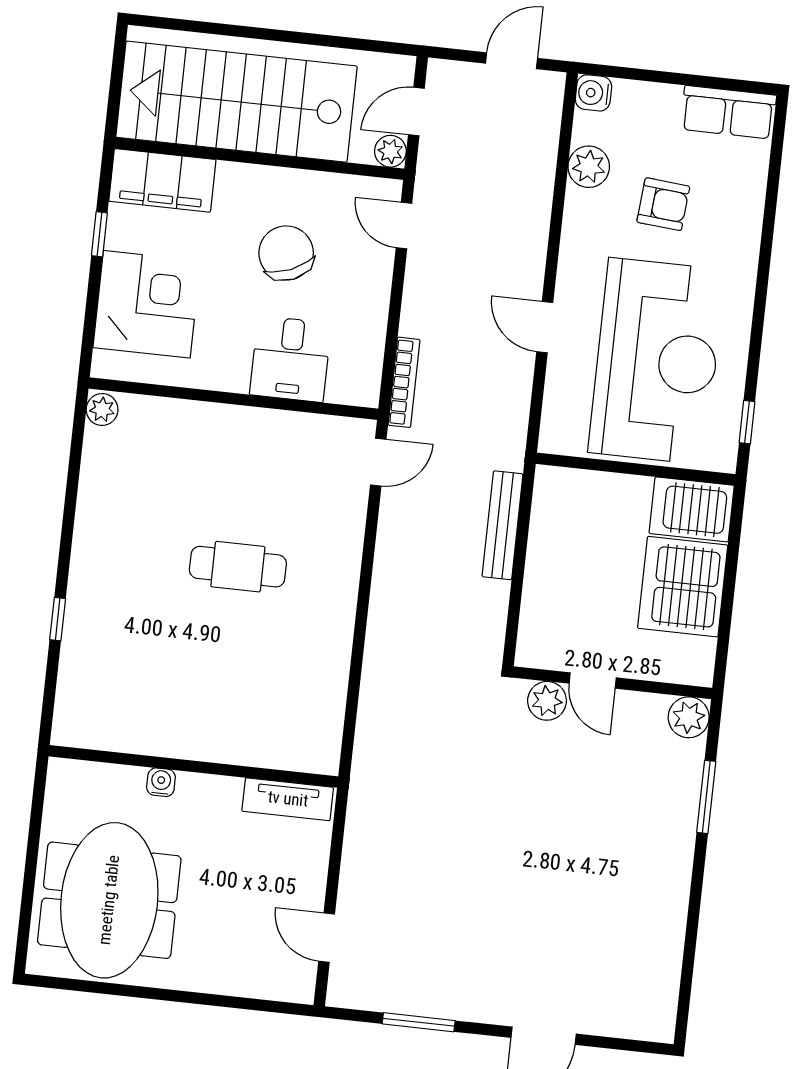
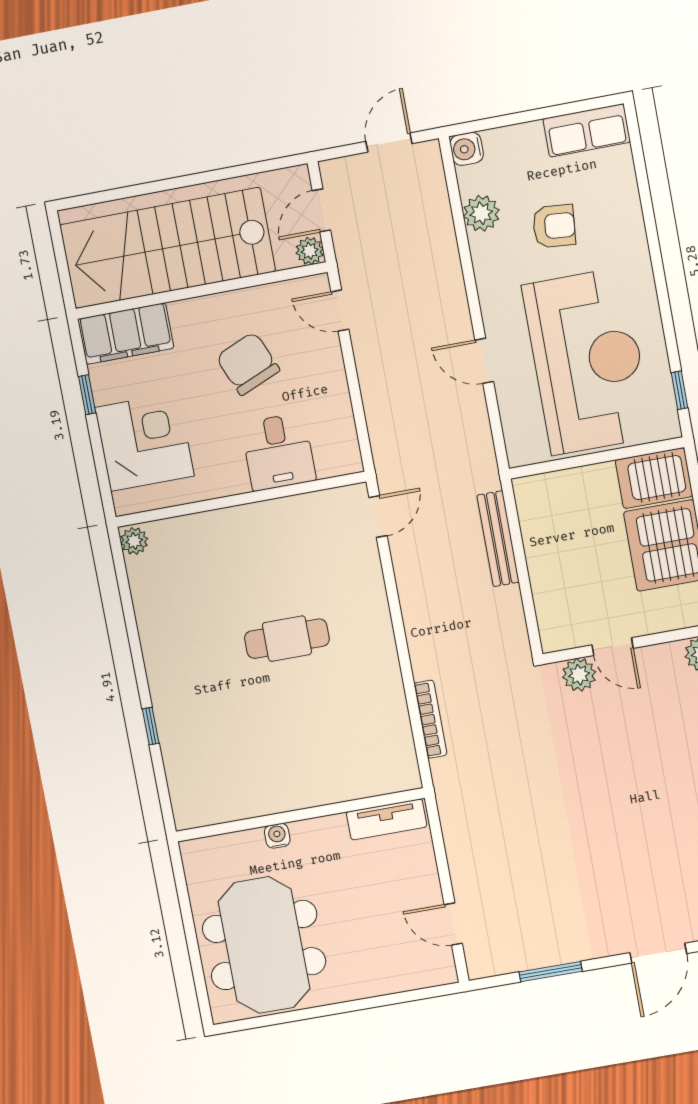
bookcase: (404, 382) -> (430, 719), moved

